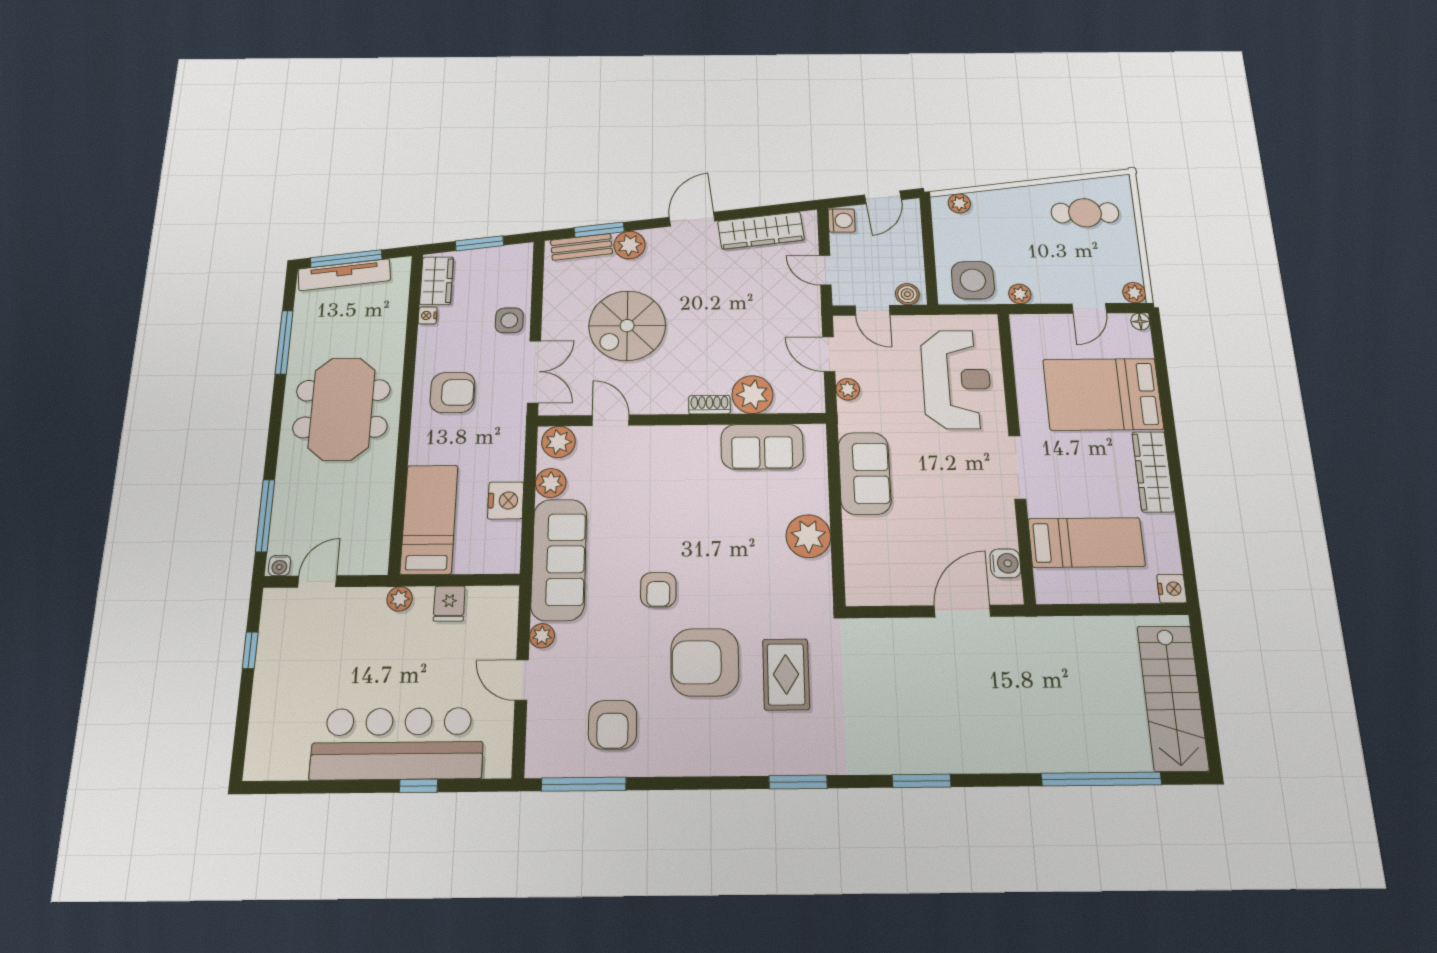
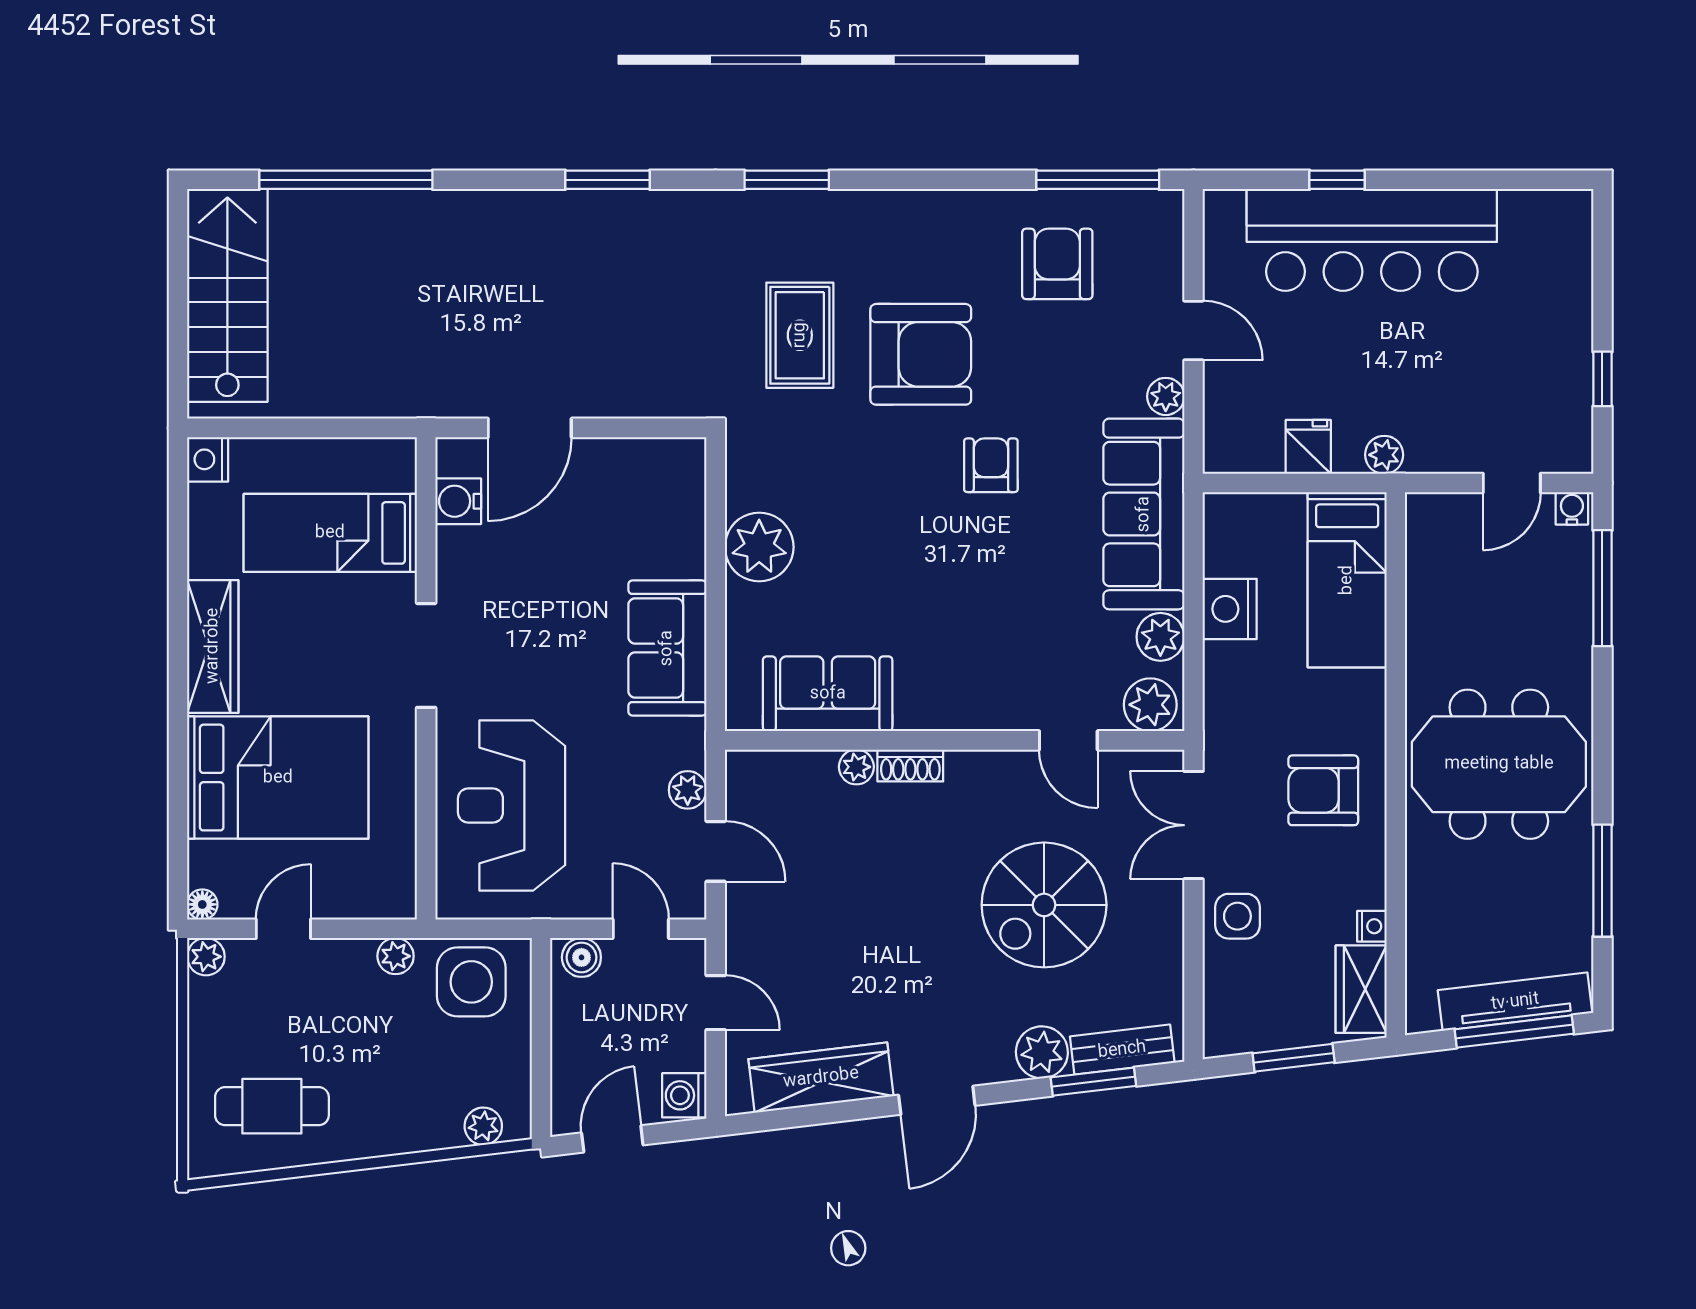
spiral stairs: (627, 326) -> (1044, 905), turned 180
plant: (752, 395) -> (856, 767), width x0.53, depth x0.53
meeting table: (342, 409) -> (1499, 764), turned 90

